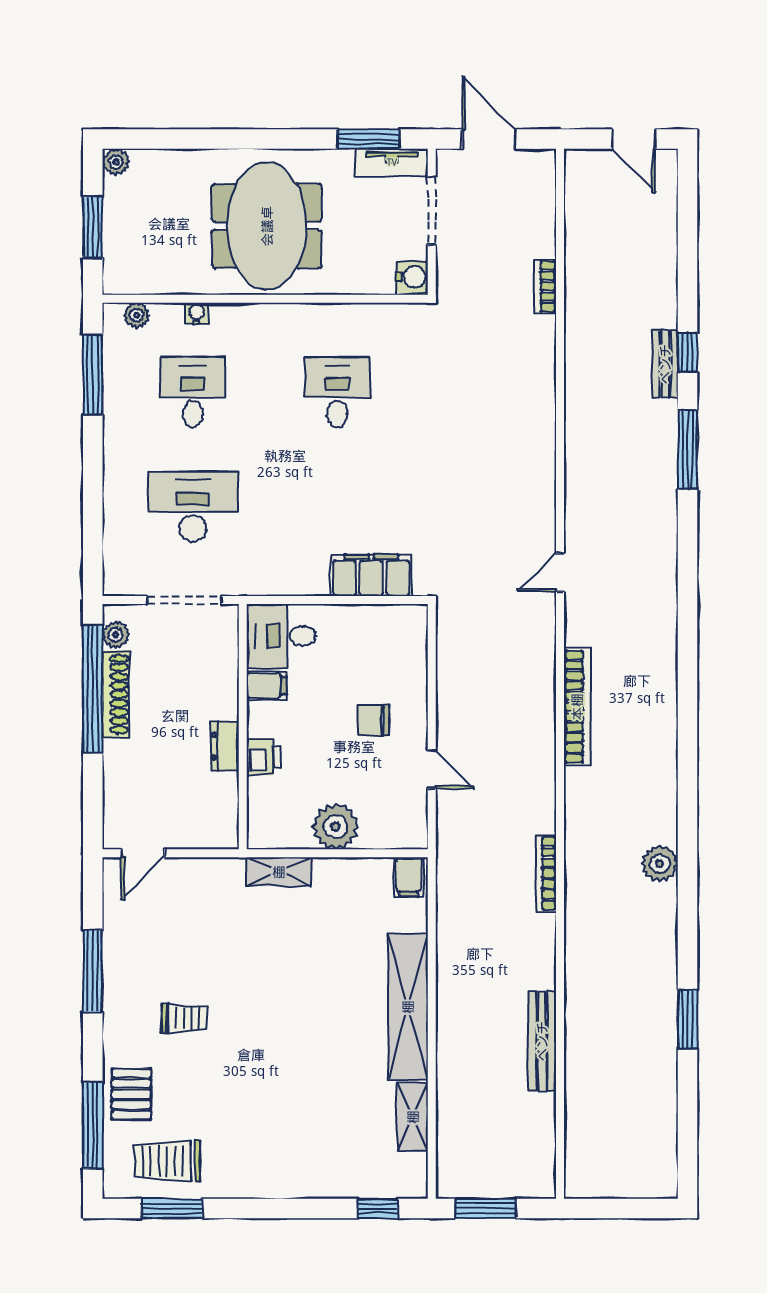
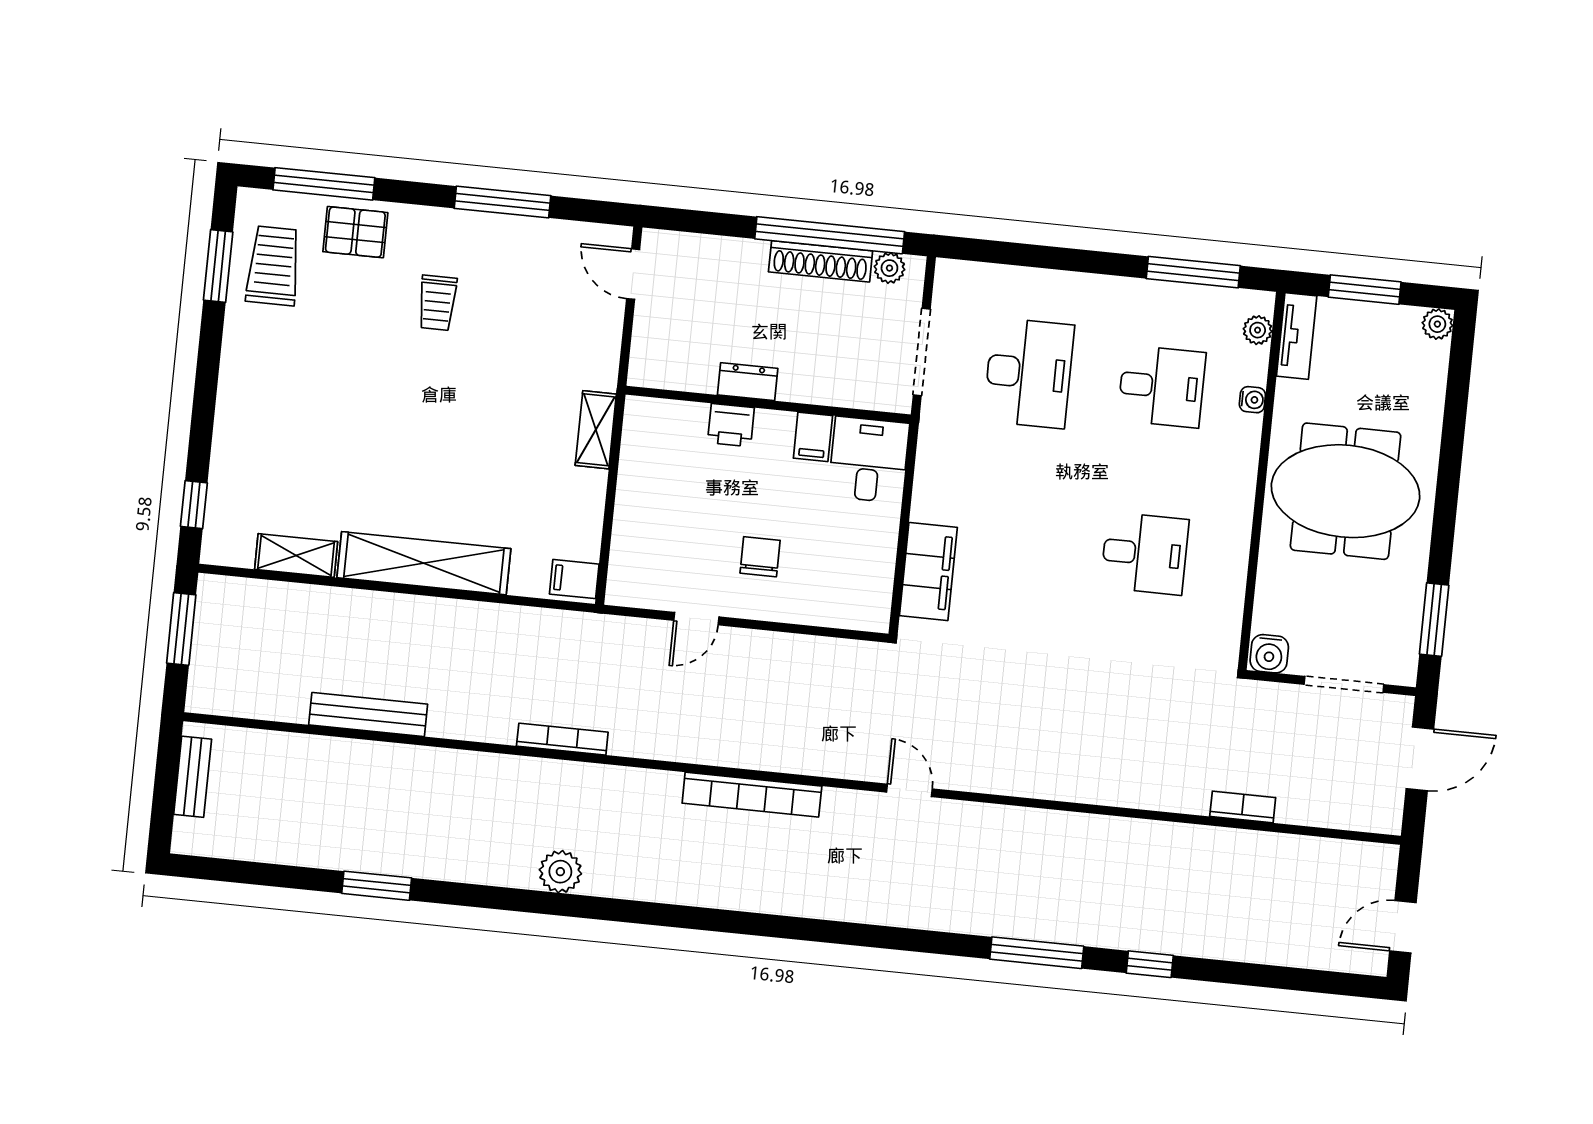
tv unit: (392, 162) -> (1297, 336), moved, turned 180
bench: (665, 364) -> (193, 777), moved, turned 90
plant: (336, 827) -> (641, 500), removed

